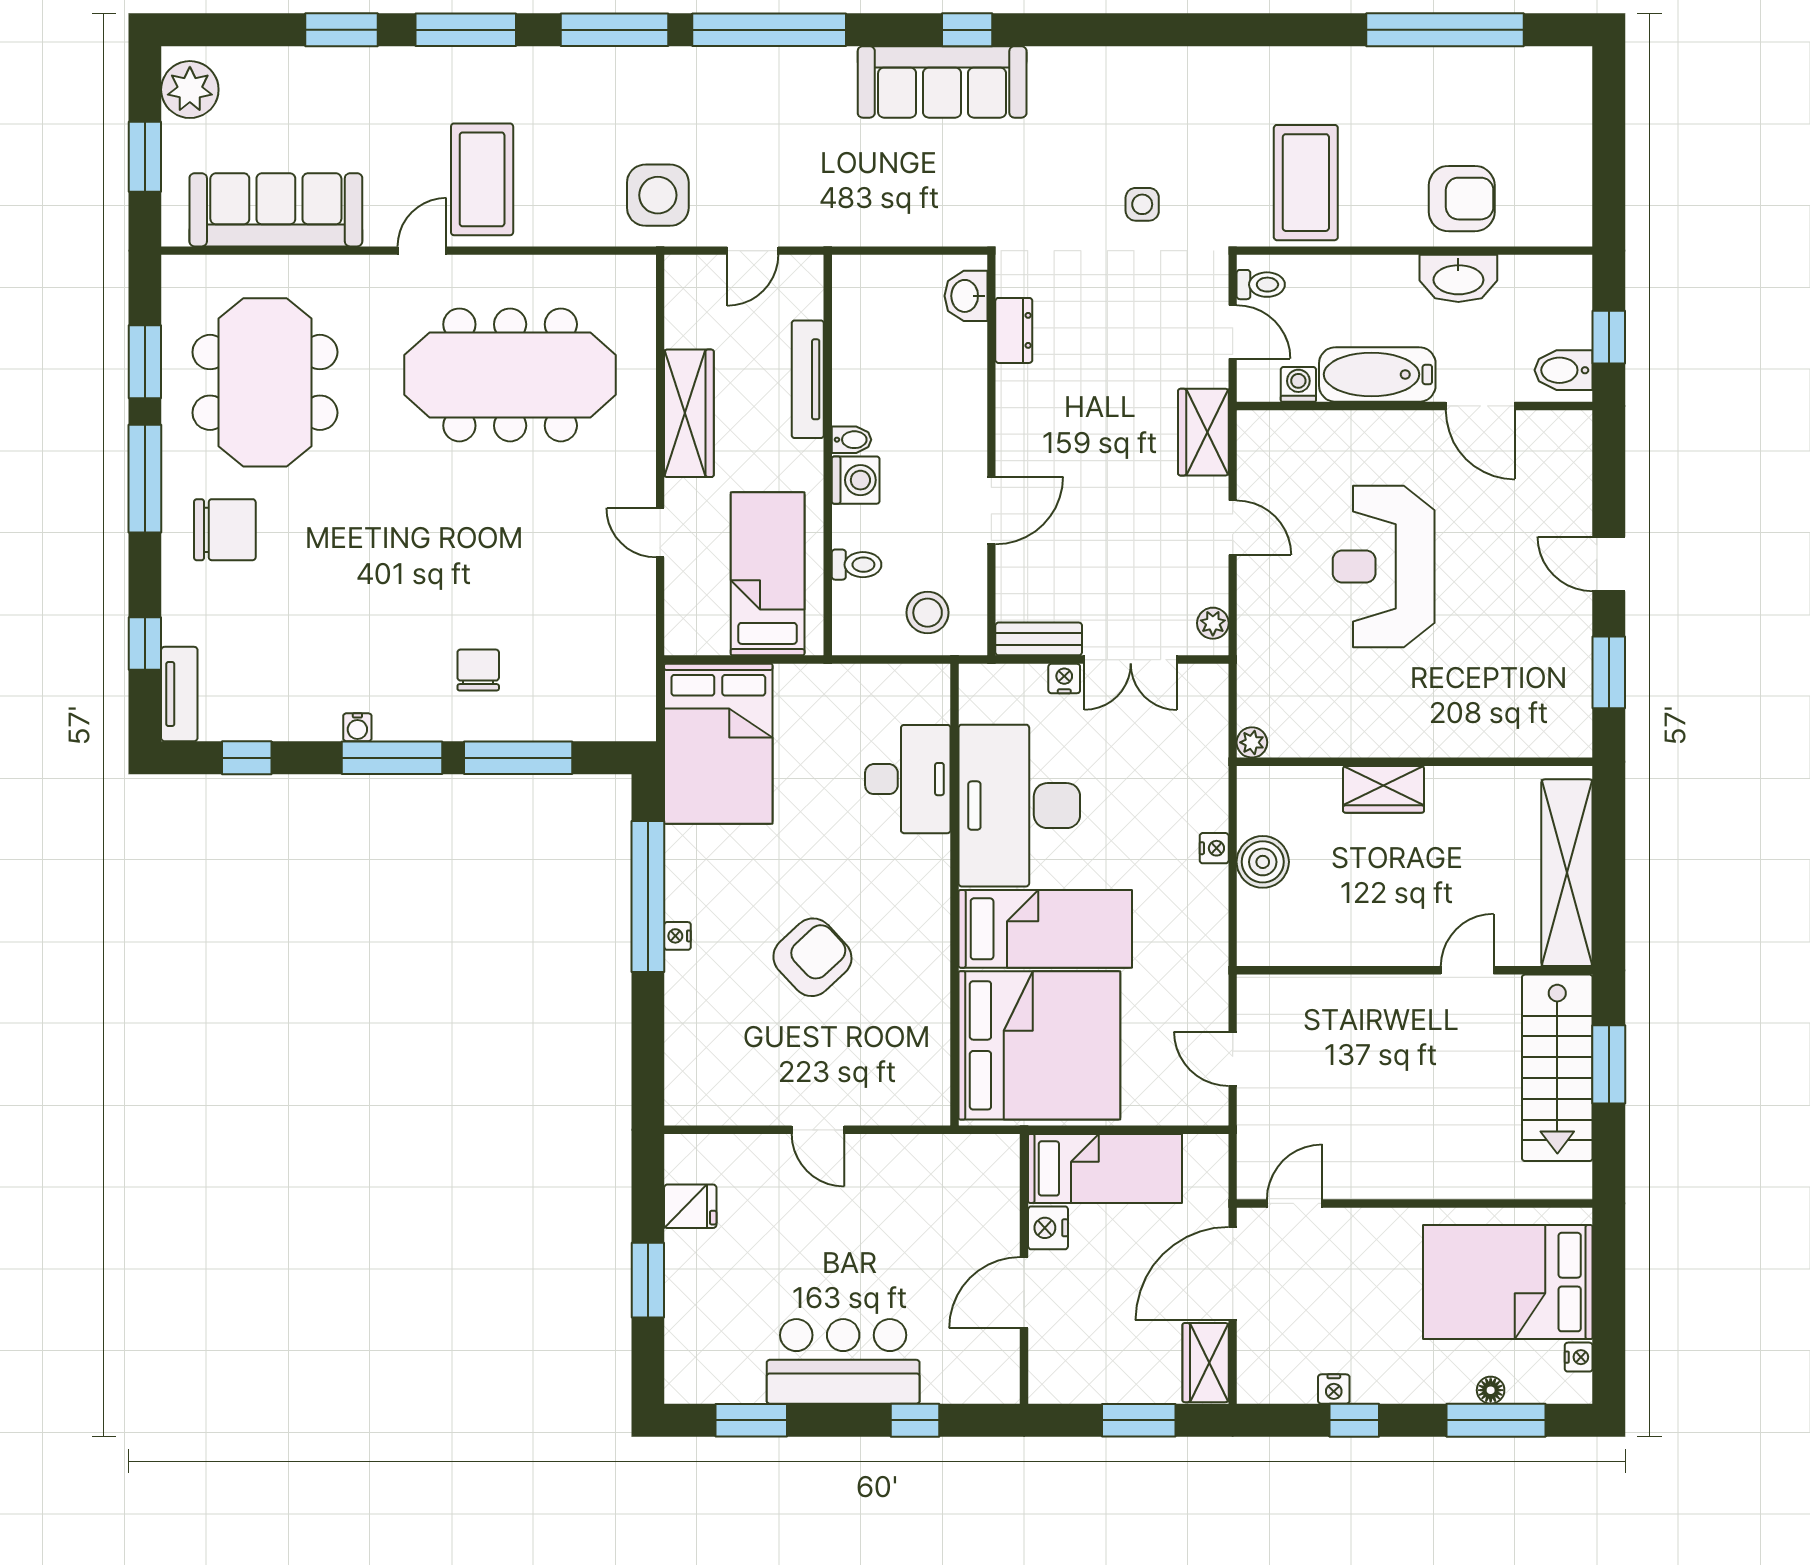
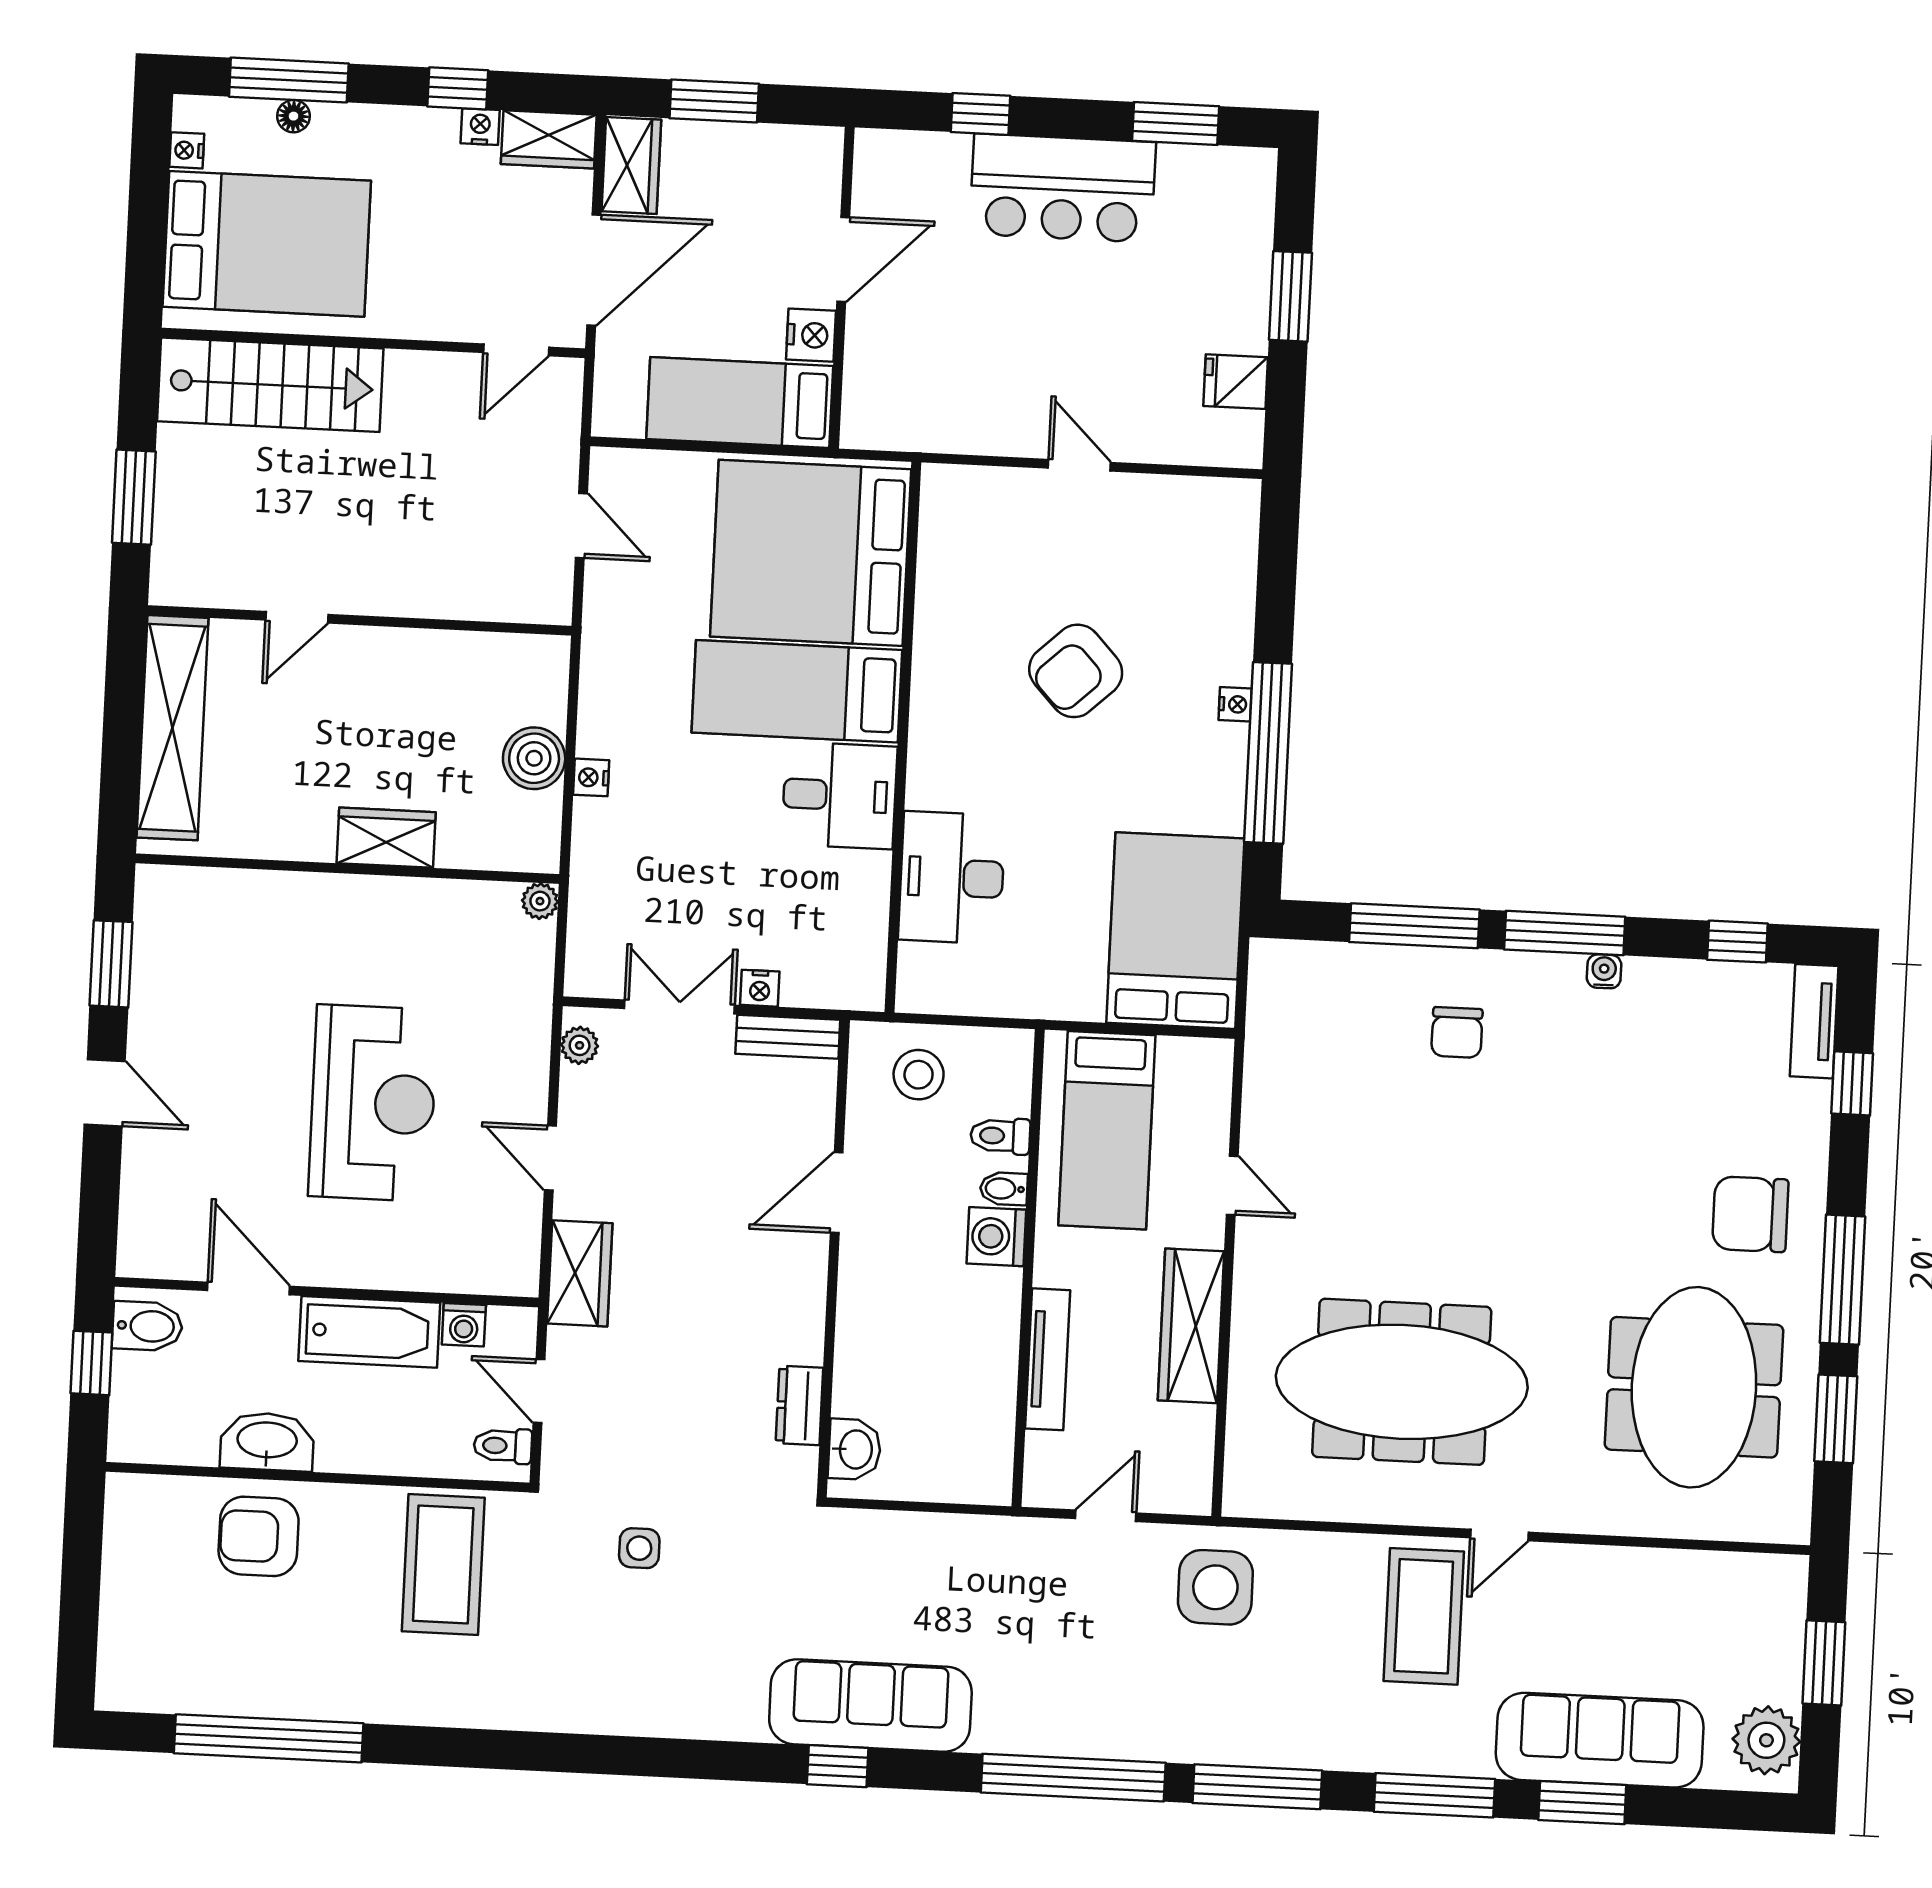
sofa: (276, 210) -> (1600, 1740), moved, turned 180
bidet: (852, 440) -> (1004, 1189), moved
desk: (1019, 806) -> (839, 795), width x0.53, depth x0.77
stairs: (1557, 1068) -> (270, 385), moved, turned 90
wardrobe: (1276, 1381) -> (549, 139), added

